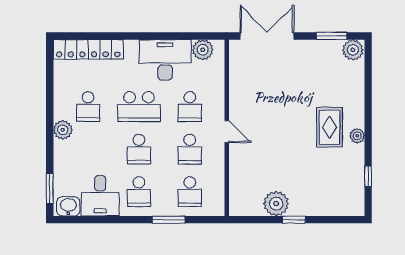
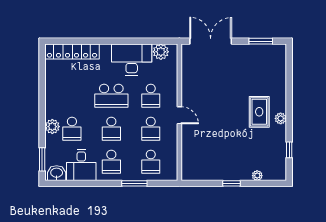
plant: (353, 50) -> (277, 52), removed
school desk: (88, 107) -> (72, 129), moved
plant: (63, 130) -> (52, 127), moved
plant: (276, 204) -> (257, 176), moved, width x0.53, depth x0.53

